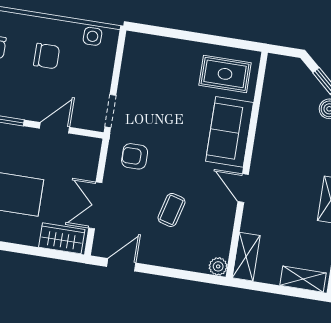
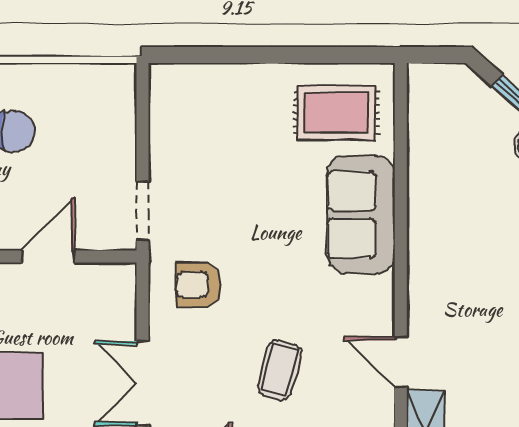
side table: (92, 36) -> (90, 83), removed
door: (243, 188) -> (401, 362), moved

